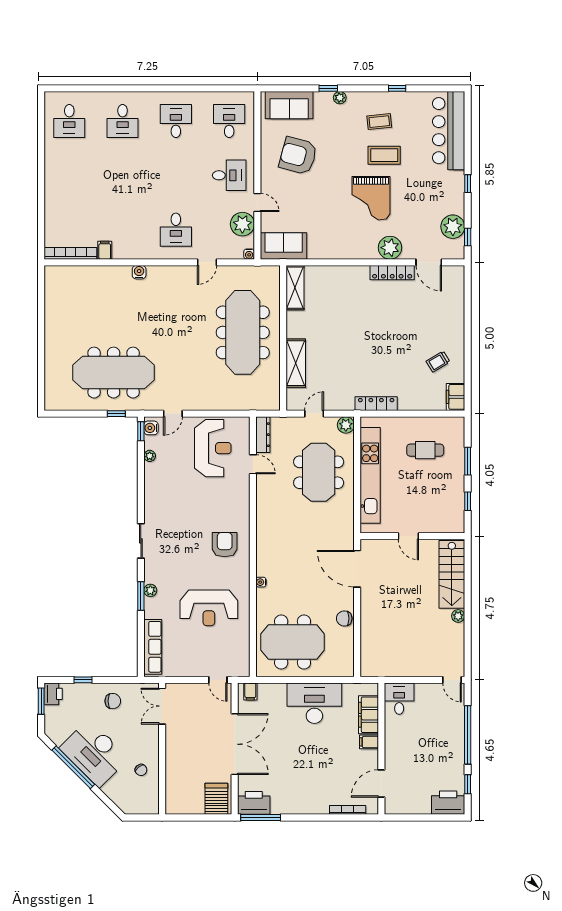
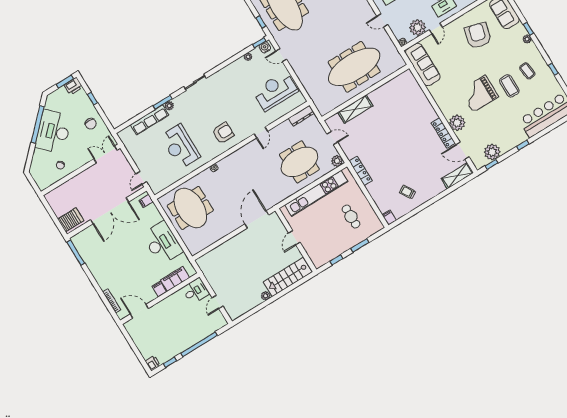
sofa: (284, 246) -> (423, 64), width x1.36
door: (429, 262) -> (463, 151), hinge flipped
shelving: (295, 288) -> (457, 176), moved
filing cabinet: (456, 397) -> (389, 218), width x0.50
reception desk: (213, 448) -> (275, 91), turned 180
door: (253, 464) -> (261, 132), moved
chair: (344, 618) -> (223, 230), removed
row of seats: (153, 647) -> (150, 120), moved
door: (452, 680) -> (218, 302), moved
printer: (254, 803) -> (82, 243), removed
printer: (448, 803) -> (153, 363), width x0.53, depth x0.68

